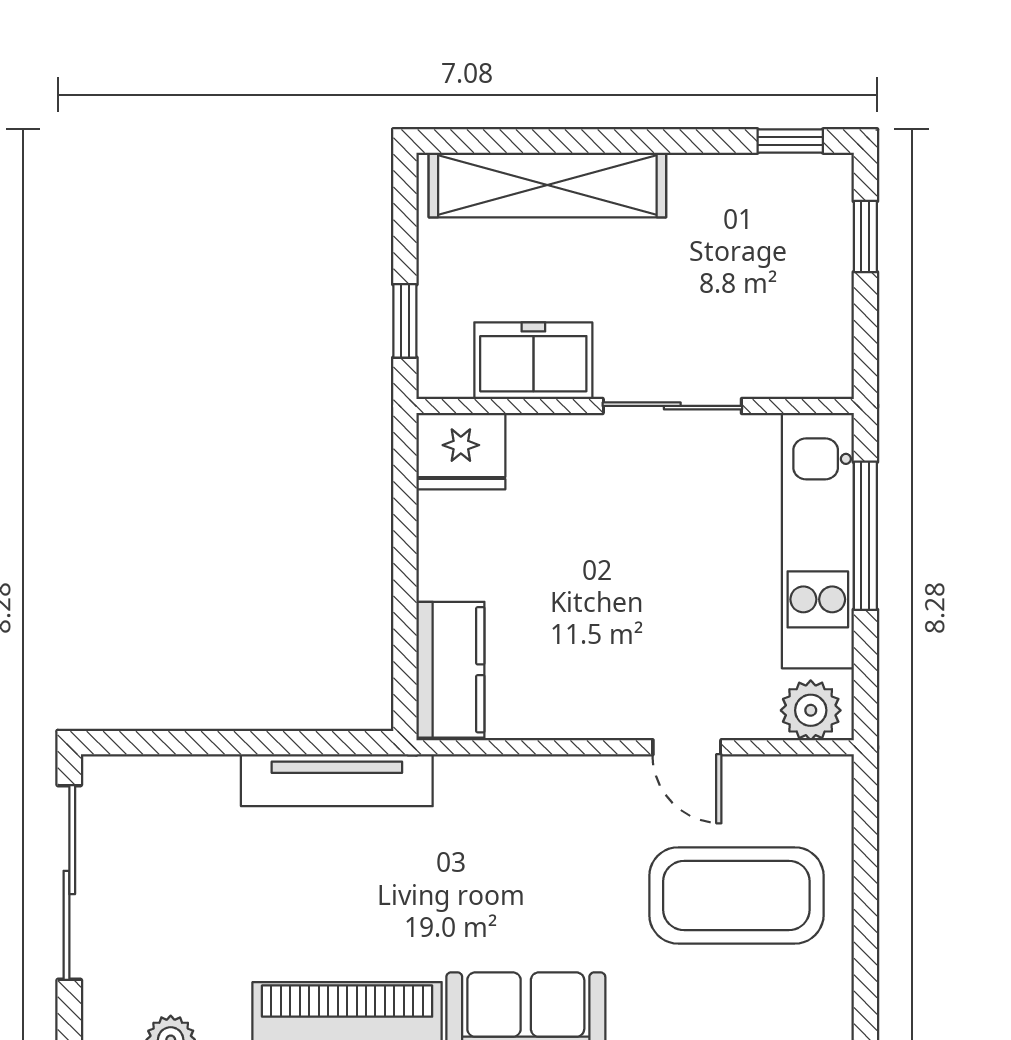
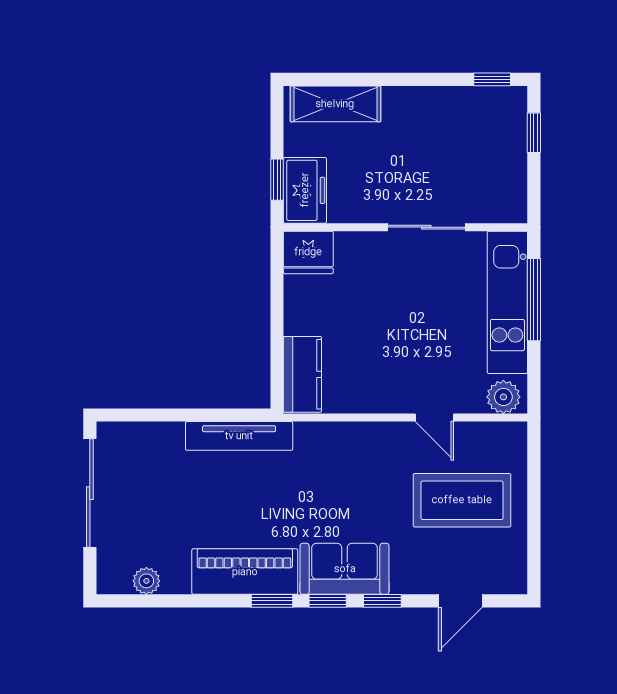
shelving: (547, 185) -> (335, 104), width x0.68
freezer: (533, 361) -> (305, 190), moved, turned 90

